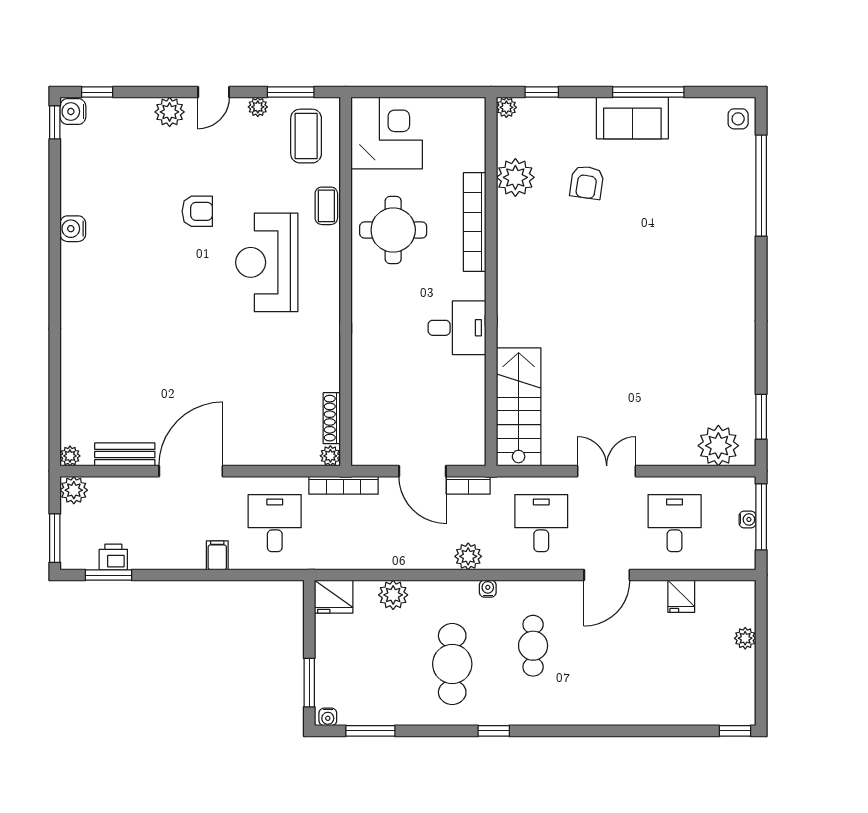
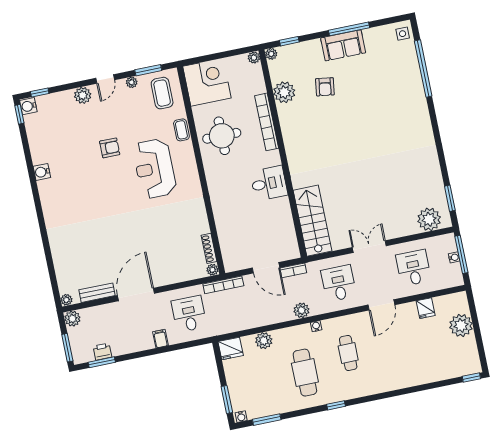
plant: (476, 108) -> (254, 58), added
plant: (745, 638) -> (461, 325), width x1.88, depth x1.88

